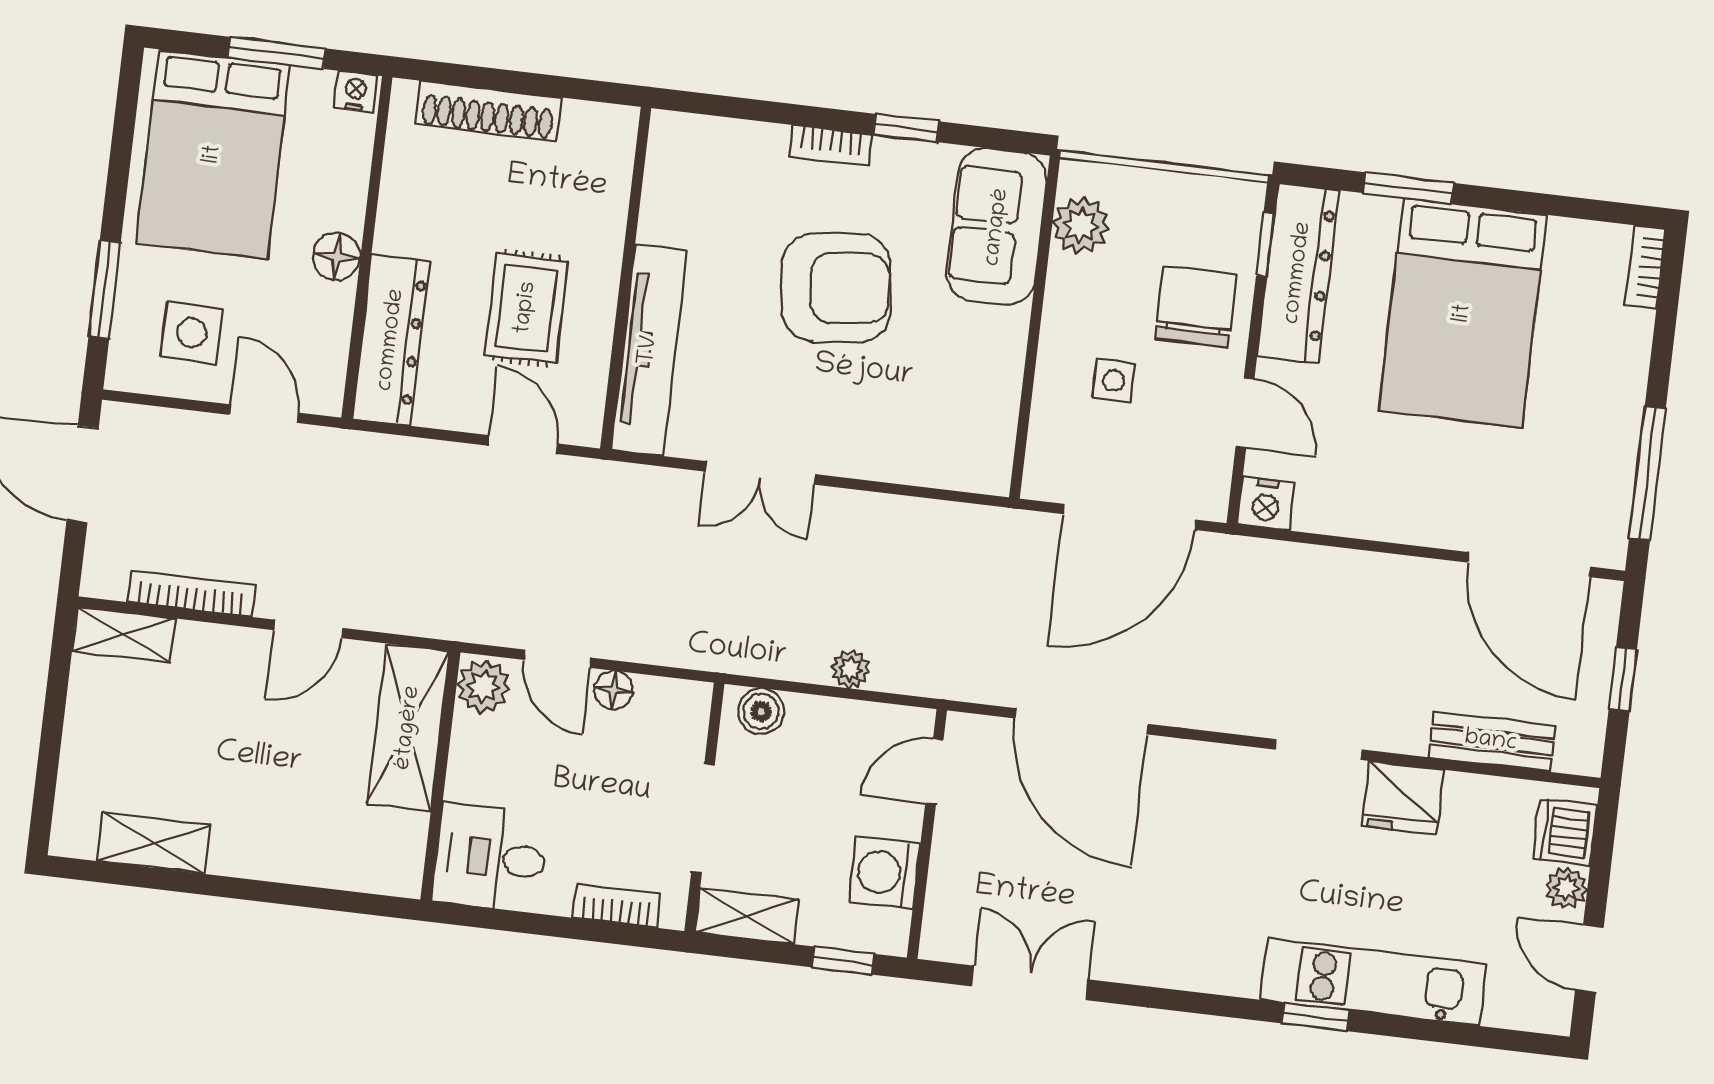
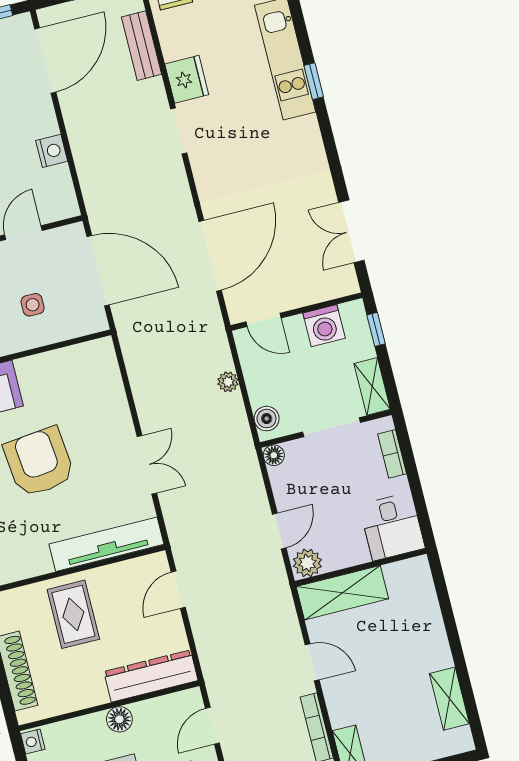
rug: (526, 308) -> (73, 614), moved, turned 90
nightstand: (1266, 504) -> (52, 151), moved
floor lamp: (614, 690) -> (274, 455), moved

